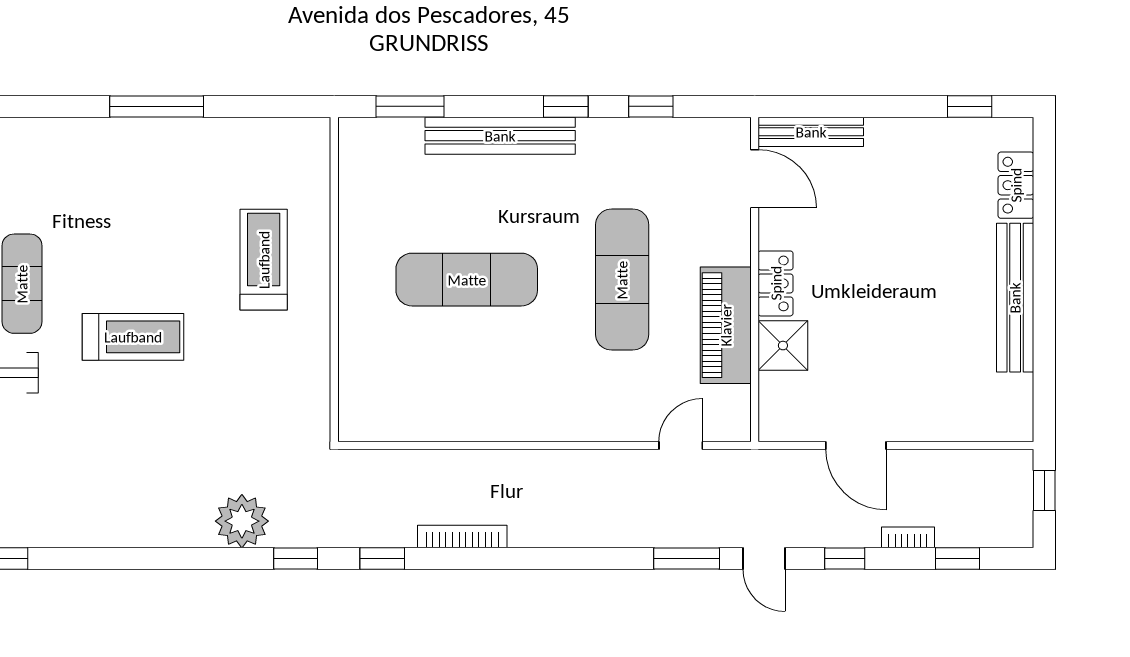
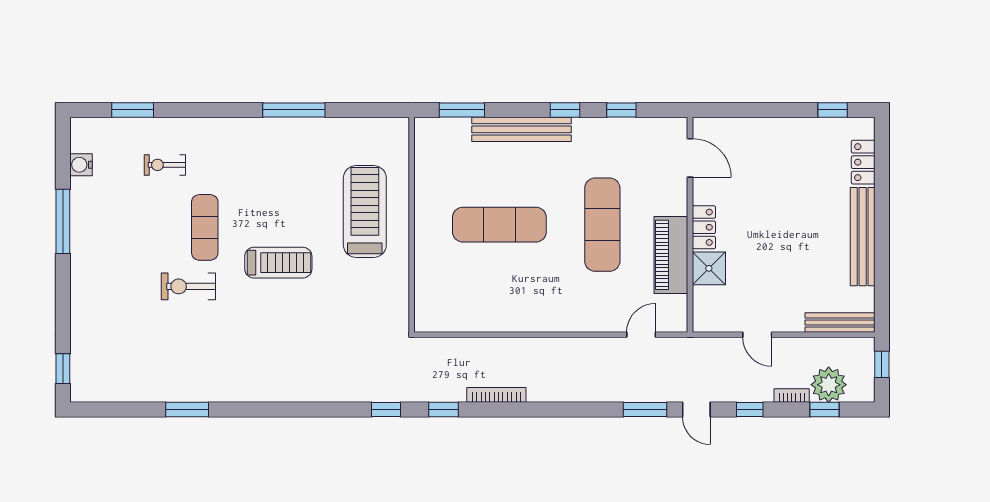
bench: (811, 132) -> (840, 323), moved
treadmill: (264, 260) -> (365, 212), width x1.37, depth x1.38
door: (856, 446) -> (757, 335), width x0.73
plant: (242, 521) -> (829, 385), moved

